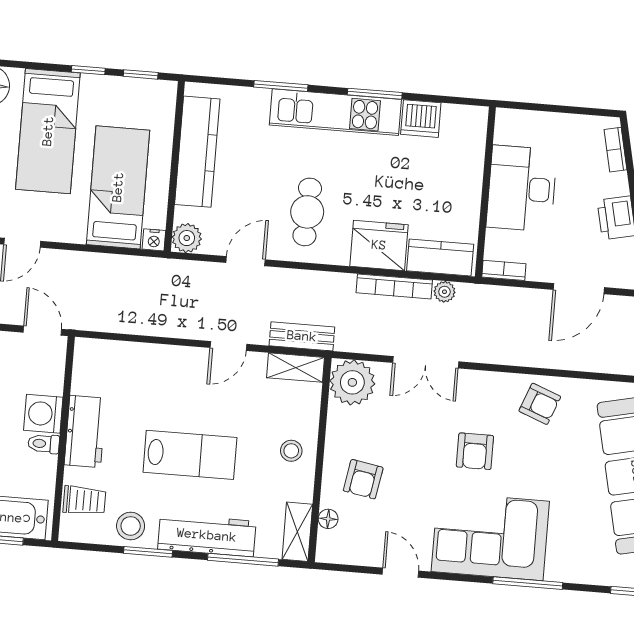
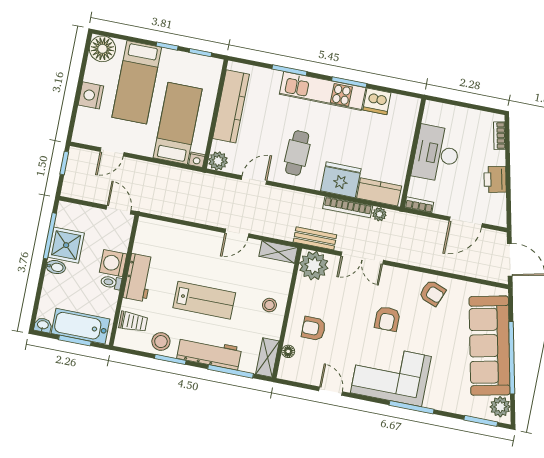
bench: (302, 336) -> (315, 238), moved
armchair: (363, 479) -> (314, 329), turned 80

